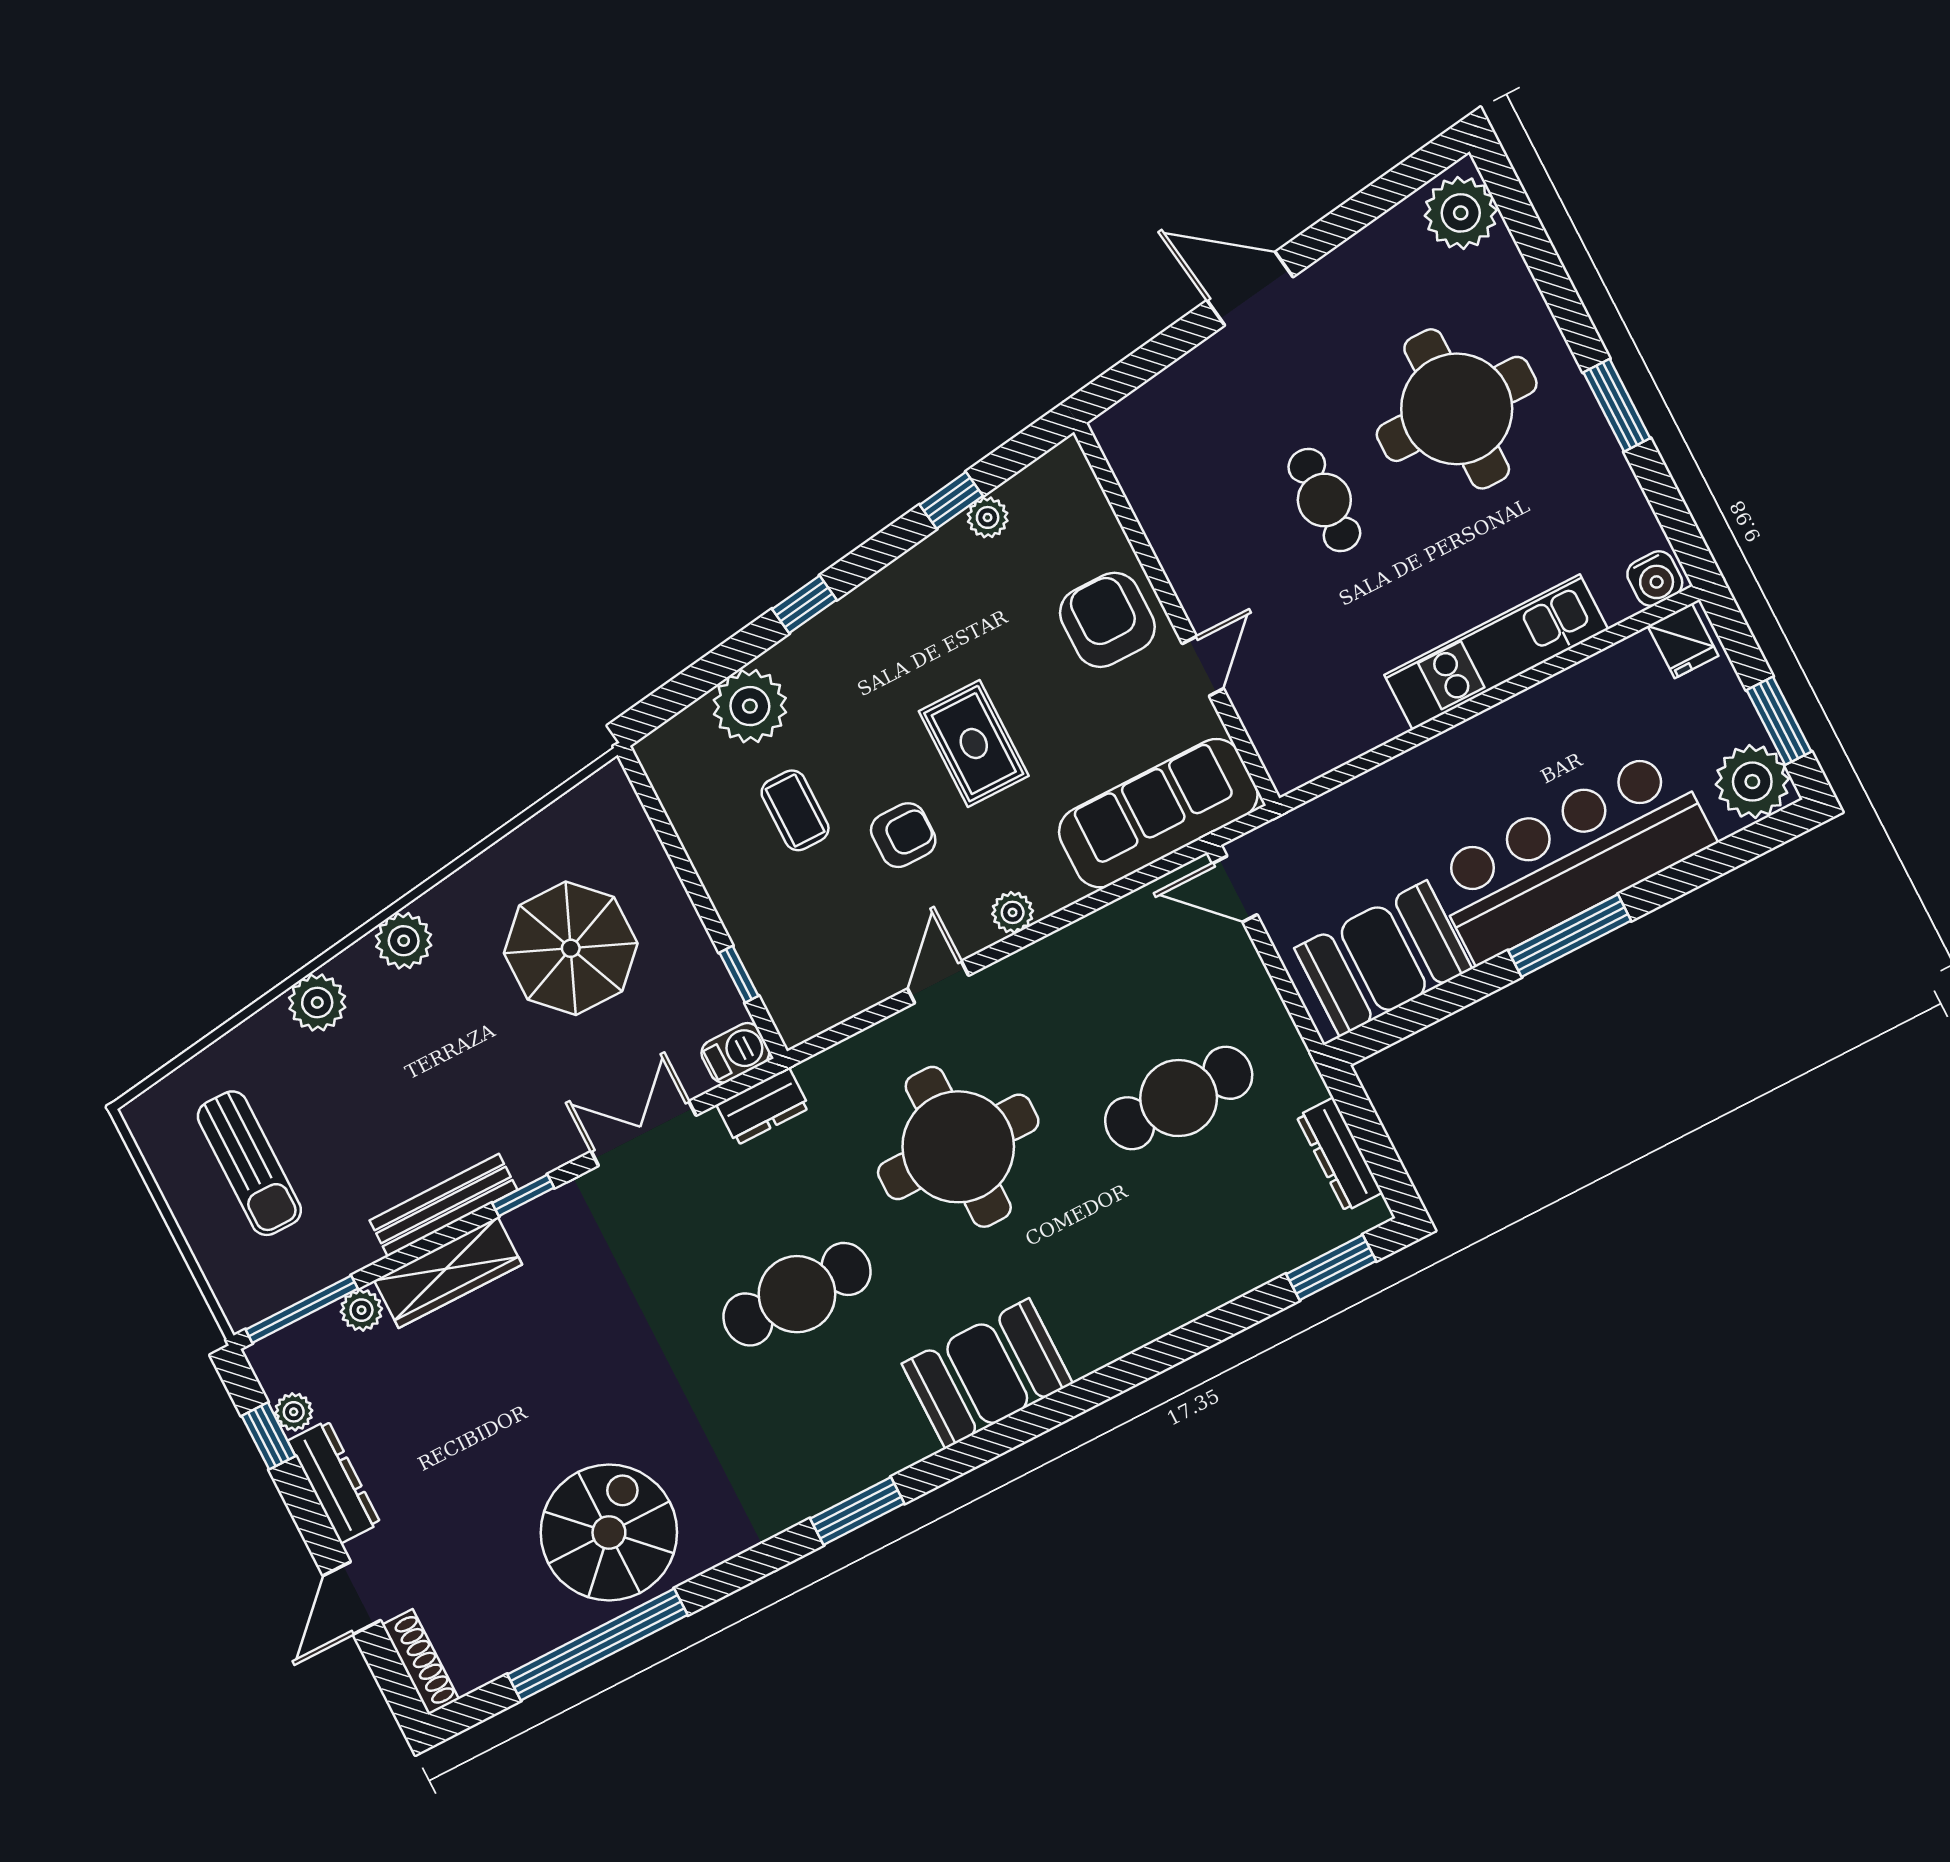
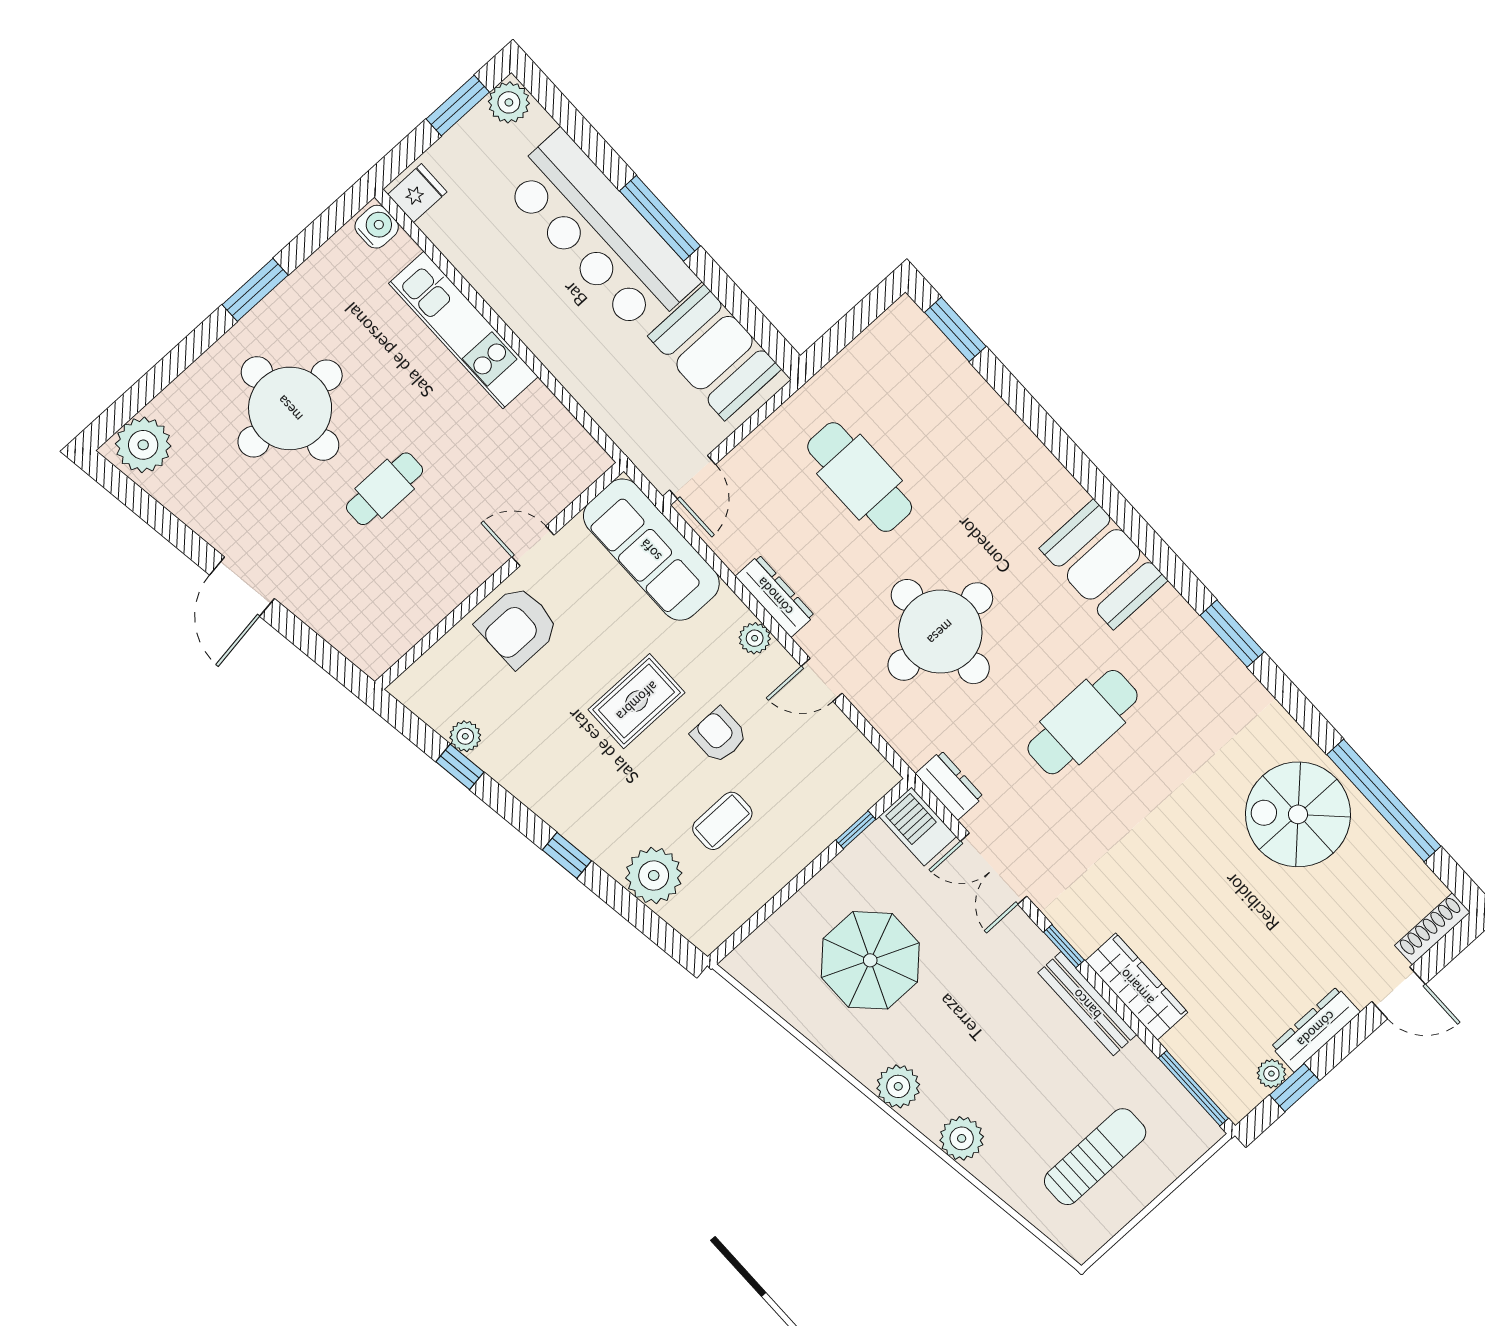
plant: (1752, 782) -> (509, 102), width x0.73, depth x0.73
barbecue: (735, 1053) -> (918, 827), width x1.38, depth x1.27
dresser: (1339, 1155) -> (775, 596), moved, turned -90
cafe table: (797, 1294) -> (1083, 722), turned 90
plant: (361, 1310) -> (1182, 1044), removed

